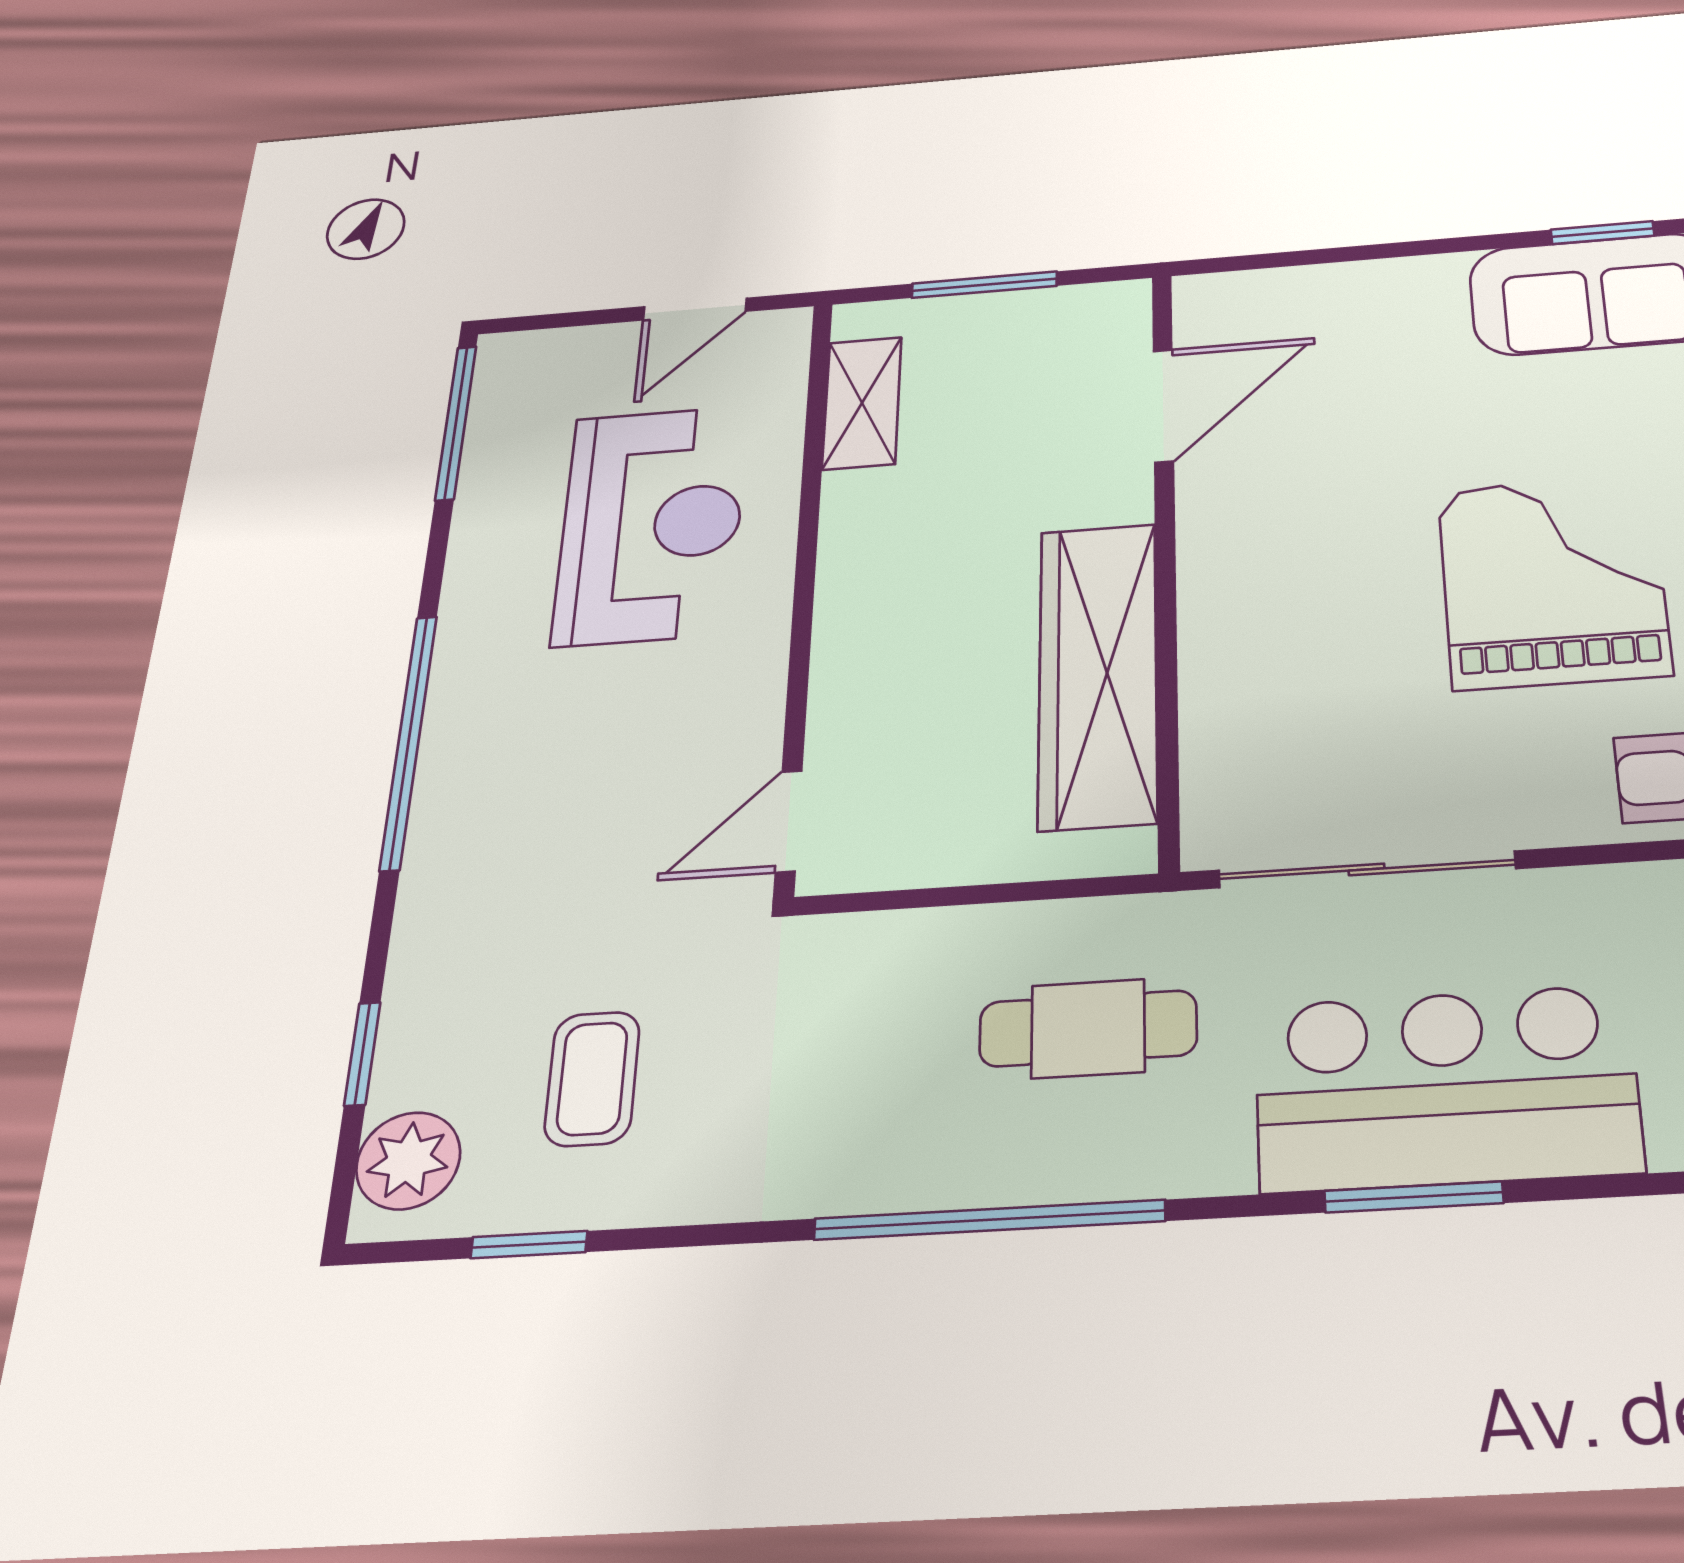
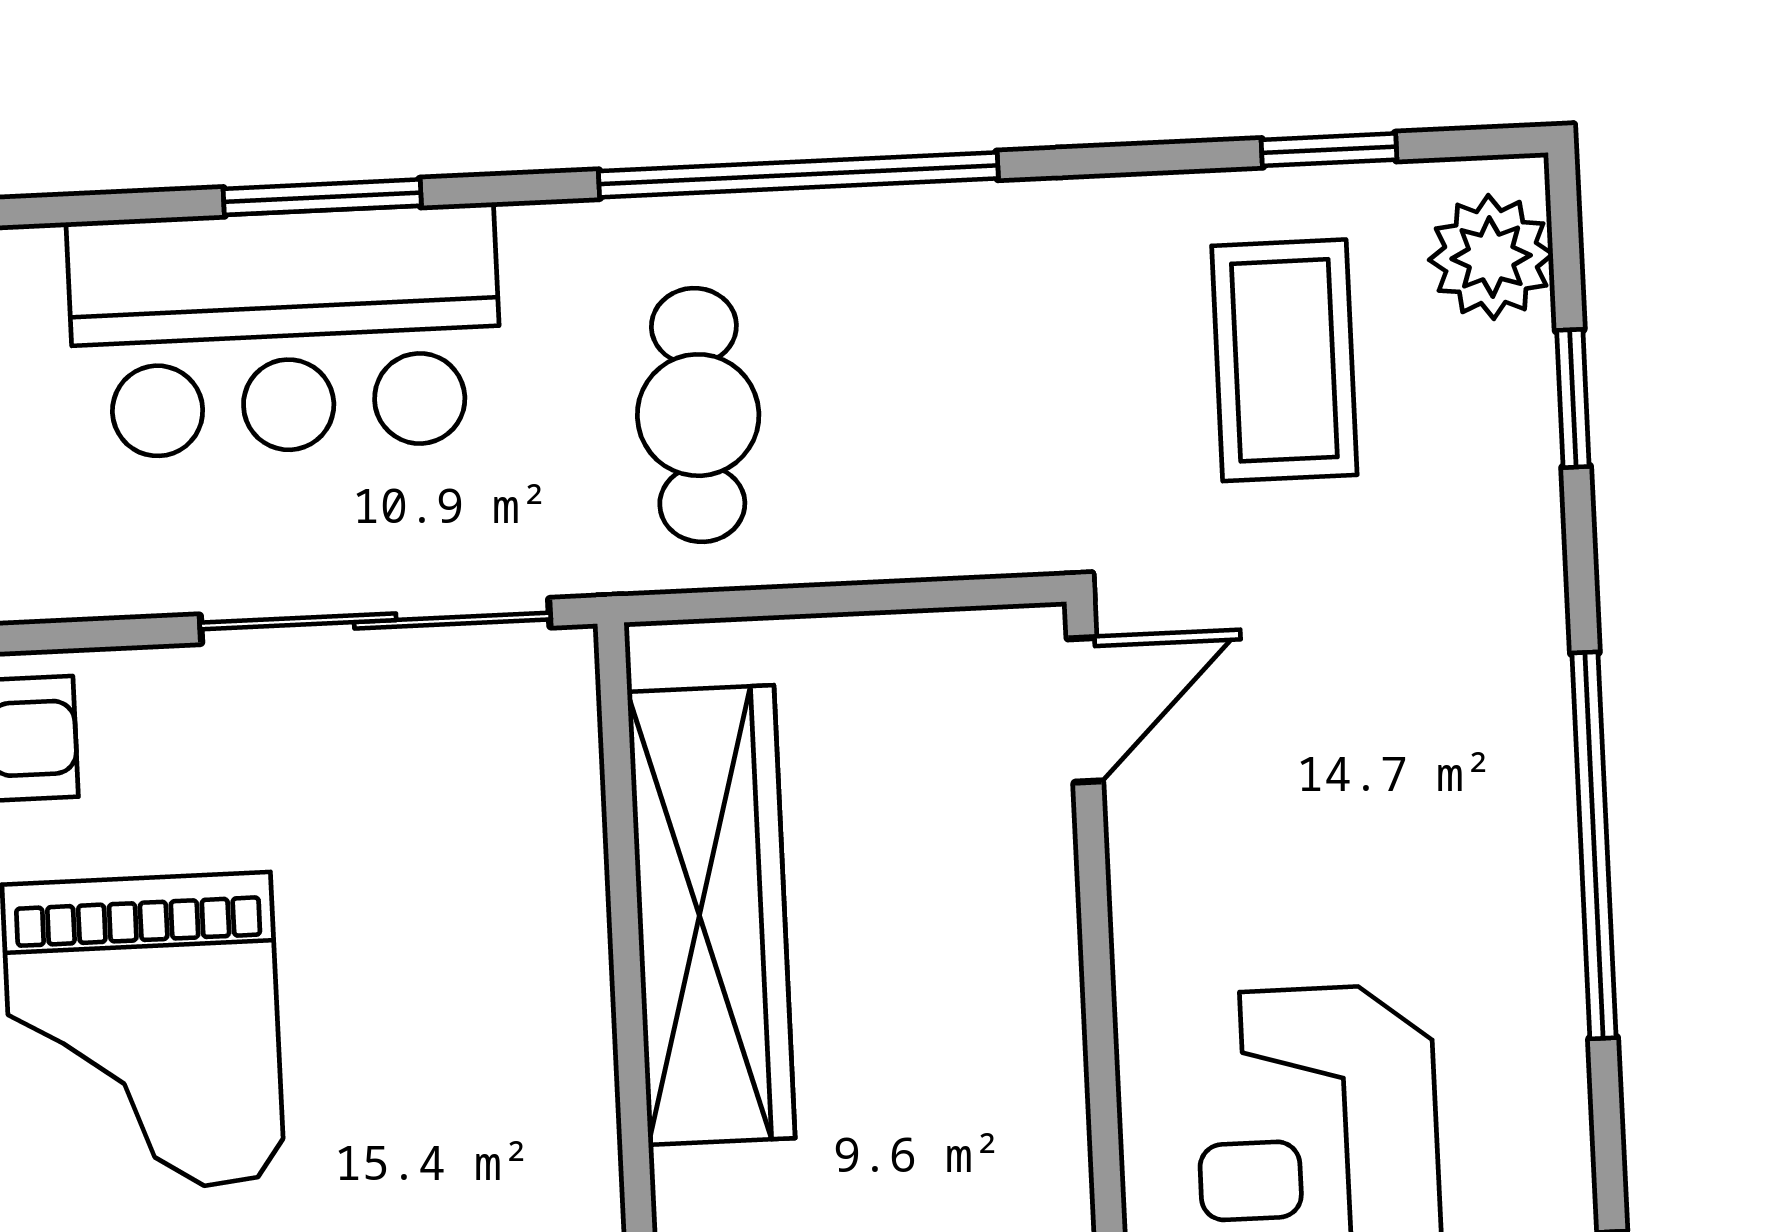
cafe table: (1088, 1029) -> (698, 415), turned 90
coffee table: (592, 1079) -> (1284, 360), width x1.36, depth x1.30

